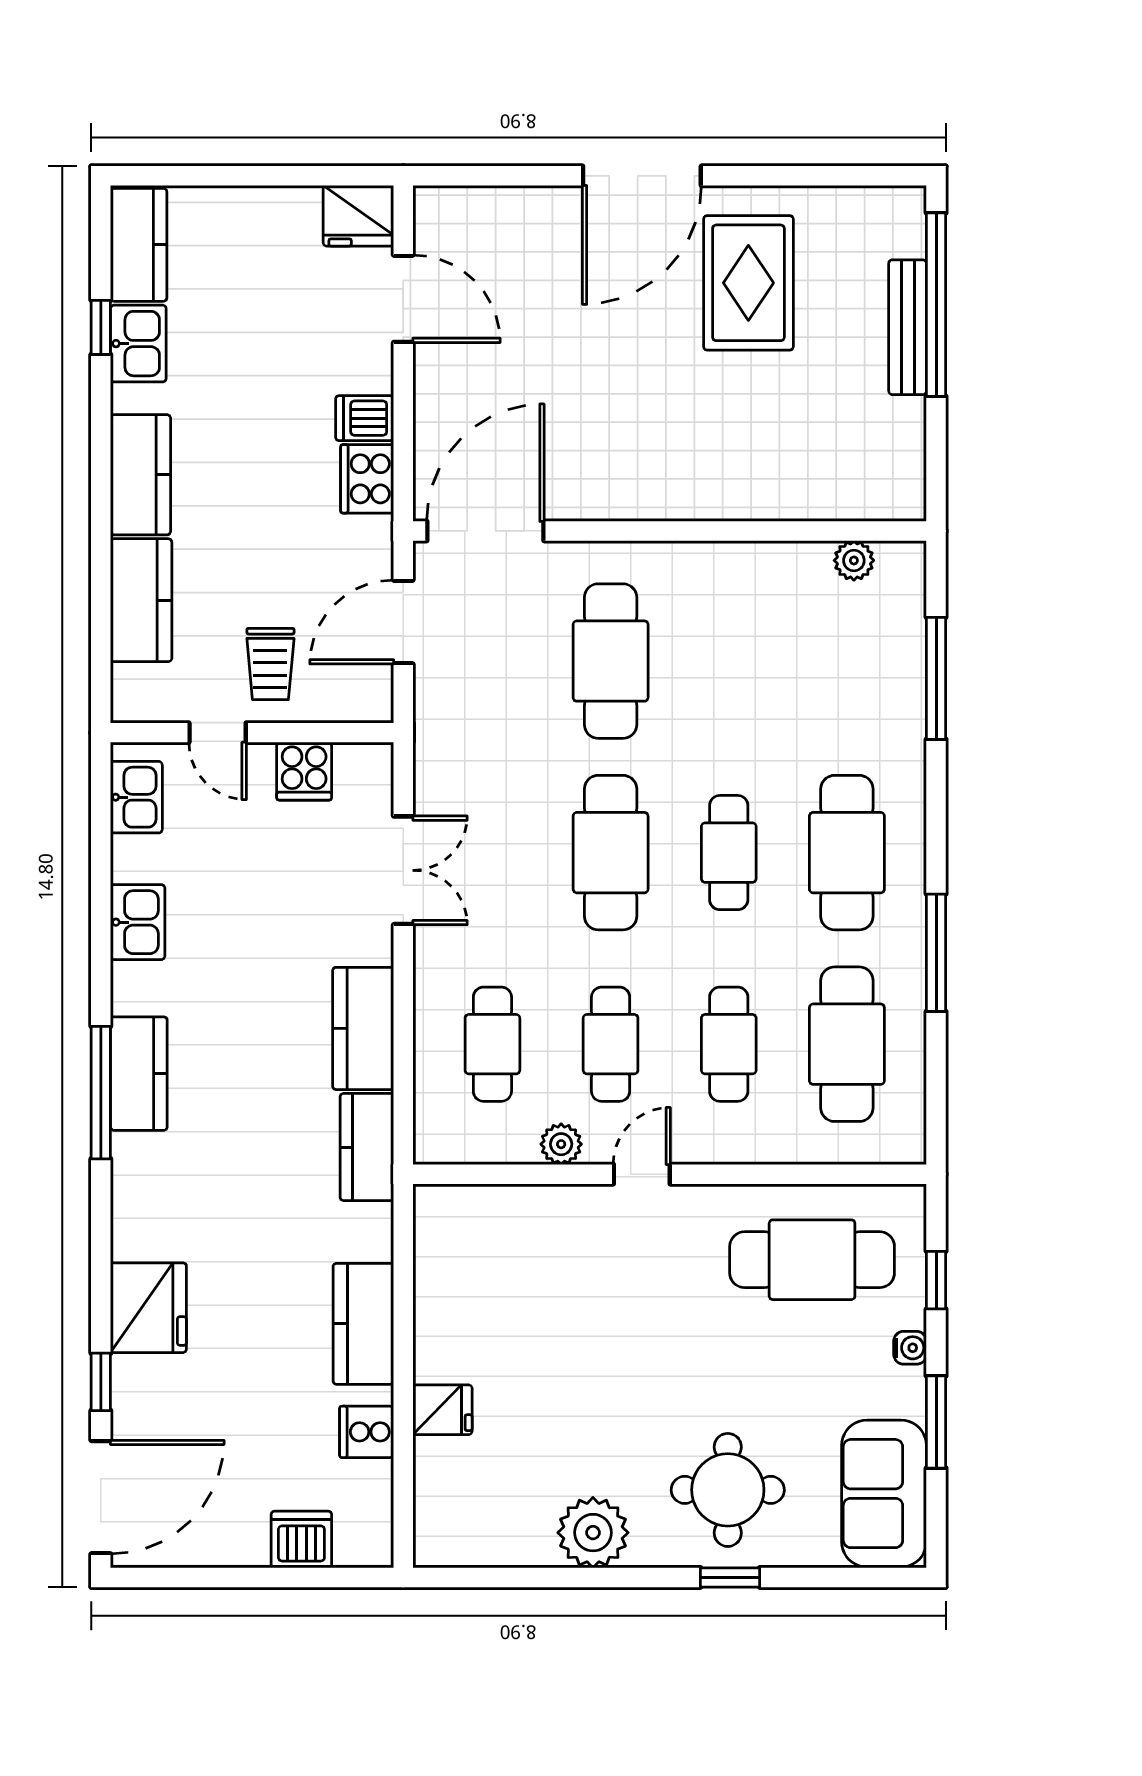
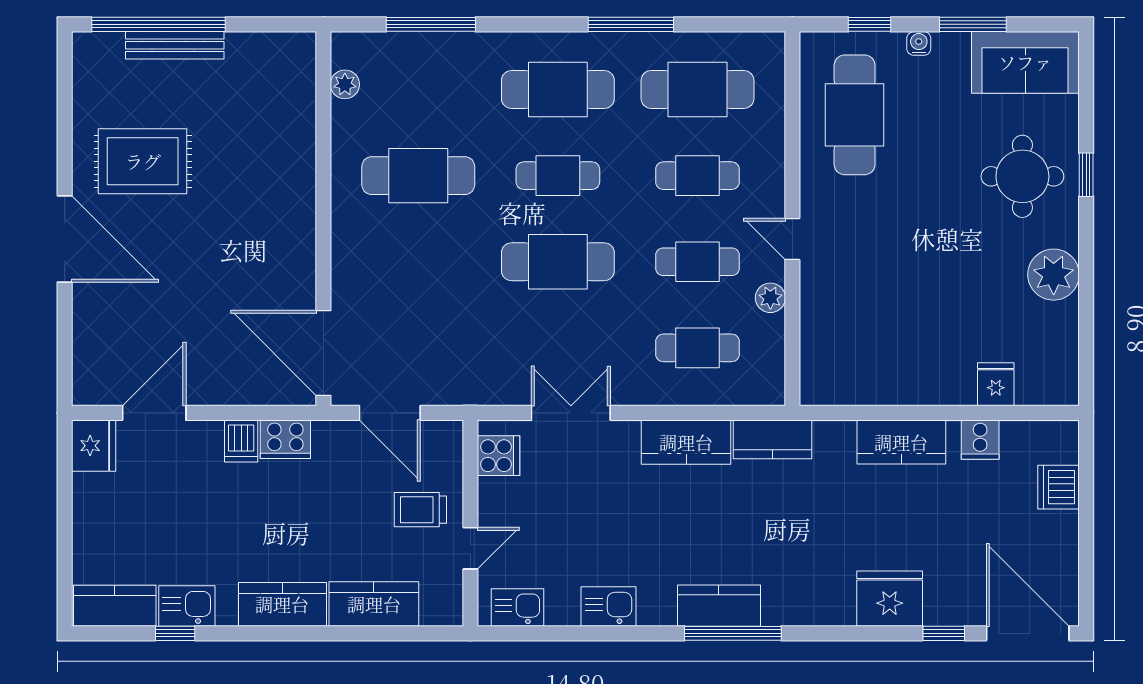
cafe table: (611, 661) -> (418, 176), moved
trolley: (270, 664) -> (420, 510), turned 180
cooker: (304, 771) -> (499, 456), moved
fridge: (442, 1410) -> (996, 384), moved

